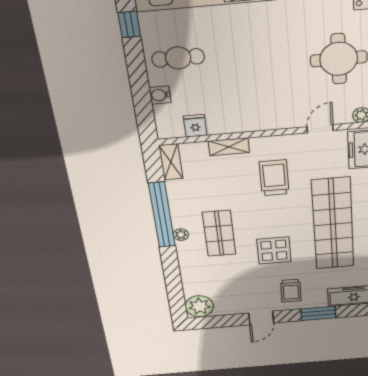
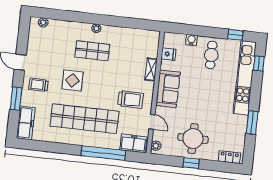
sofa: (257, 115) -> (168, 89), added
shelving: (171, 162) -> (148, 35), removed
trolley: (274, 178) -> (131, 99), moved
window: (162, 215) -> (113, 21), removed
plant: (199, 306) -> (43, 23), width x0.53, depth x0.53

